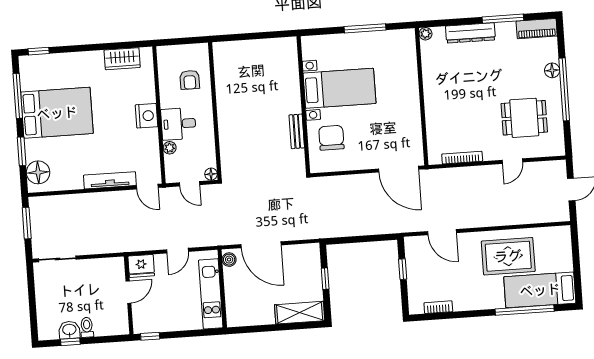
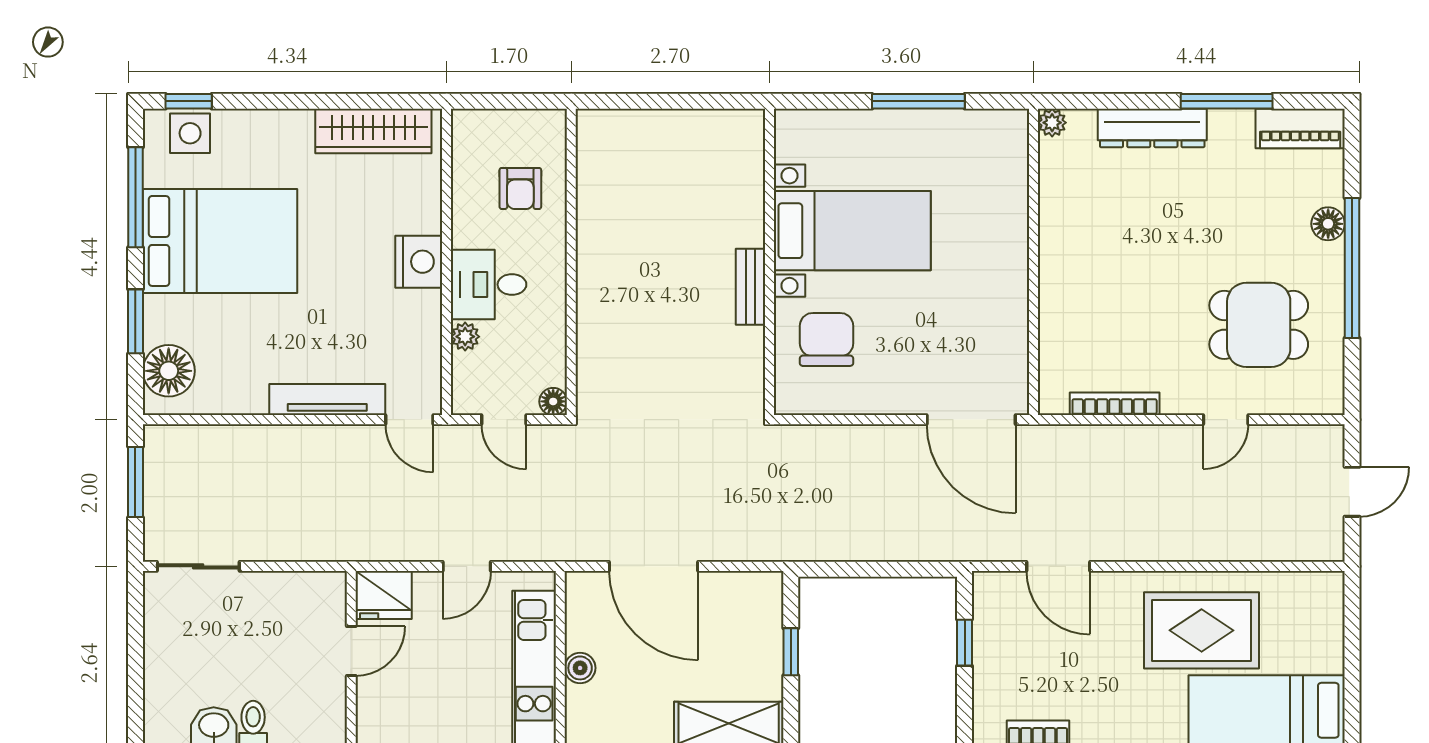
wardrobe: (122, 59) -> (373, 131), width x1.50
side table: (40, 65) -> (190, 133), added
bench: (297, 131) -> (750, 287), moved
boiler: (229, 260) -> (580, 668), moved

